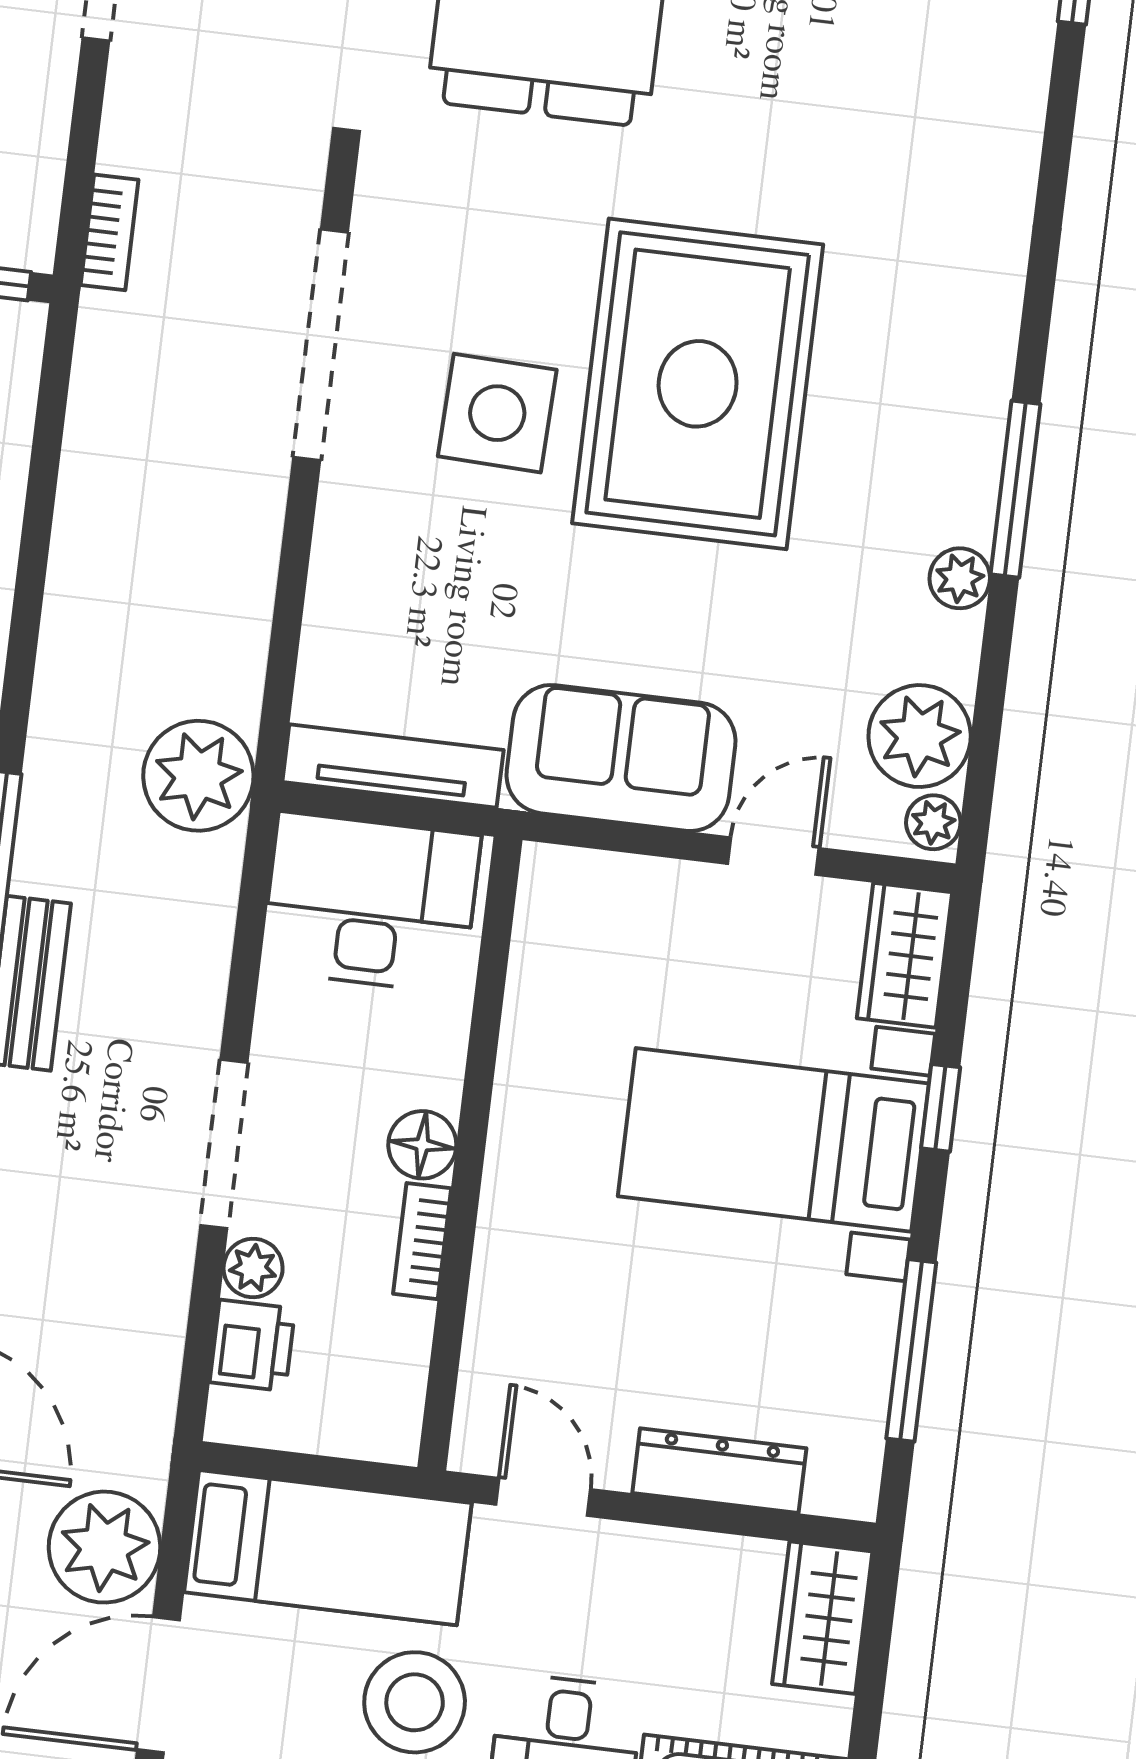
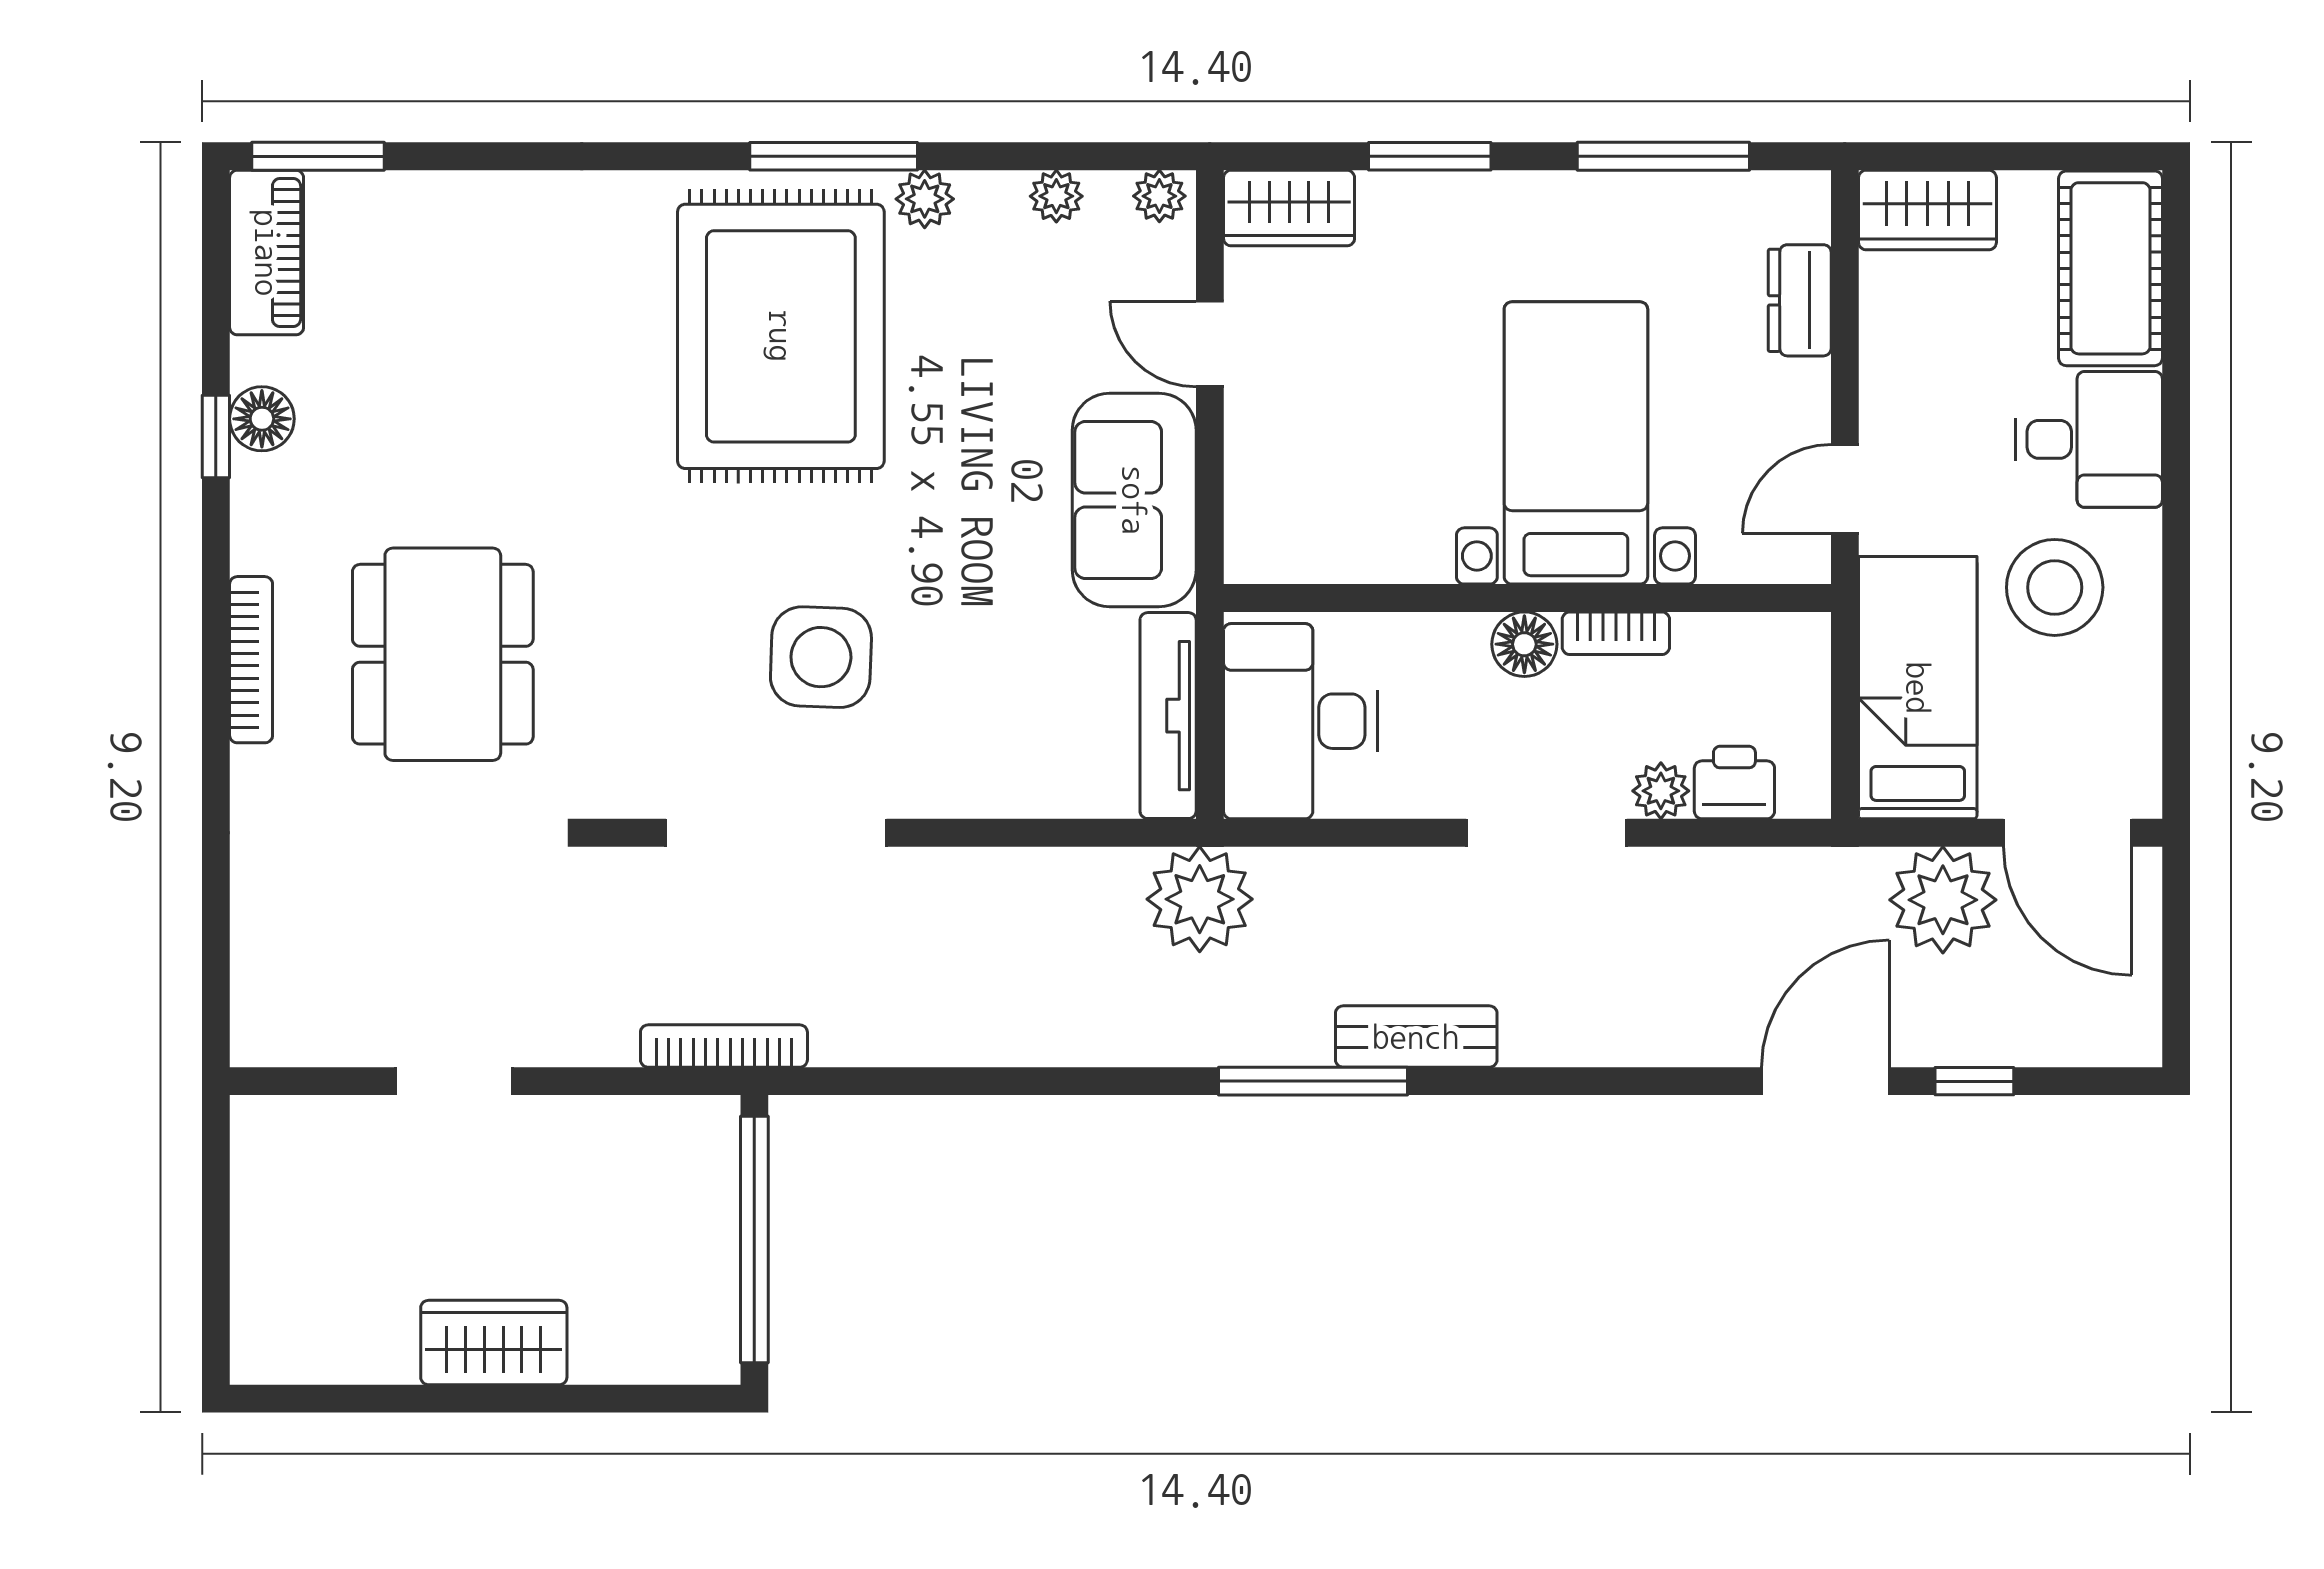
bookcase: (110, 232) -> (724, 1046), width x1.56
rug: (698, 384) -> (781, 336), moved, turned 90
plant: (920, 736) -> (1056, 196), width x0.53, depth x0.53
window: (941, 1108) -> (1430, 156), width x1.50
bed with nightstands: (773, 1140) -> (1576, 443), moved, turned 180
dresser: (719, 1471) -> (1800, 300), width x0.70

